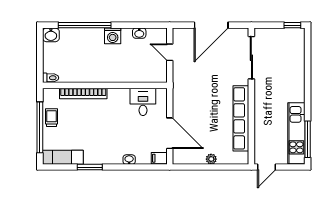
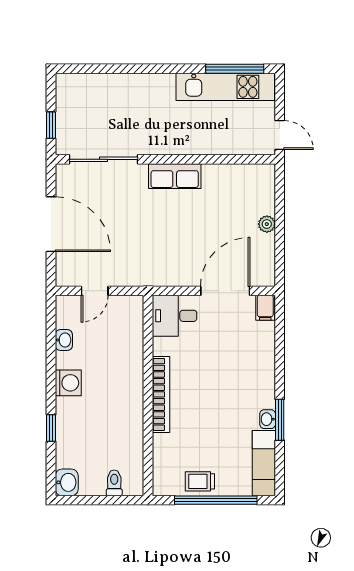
window: (85, 25) -> (51, 428), width x0.32
window: (292, 25) -> (51, 125), moved
toilet: (51, 78) -> (114, 483), moved
bookcase: (83, 93) -> (161, 394), moved
desk: (143, 102) -> (175, 316), moved
row of seats: (241, 118) -> (175, 176), width x0.50
washbasin: (129, 160) -> (268, 419), moved

